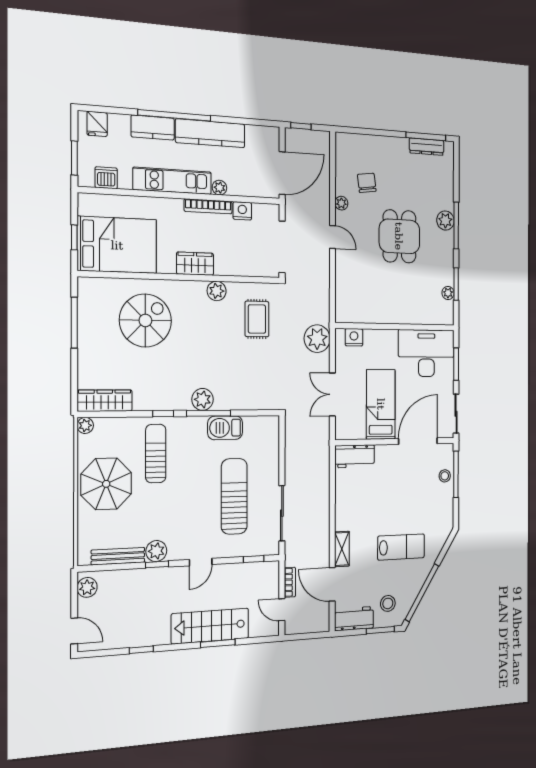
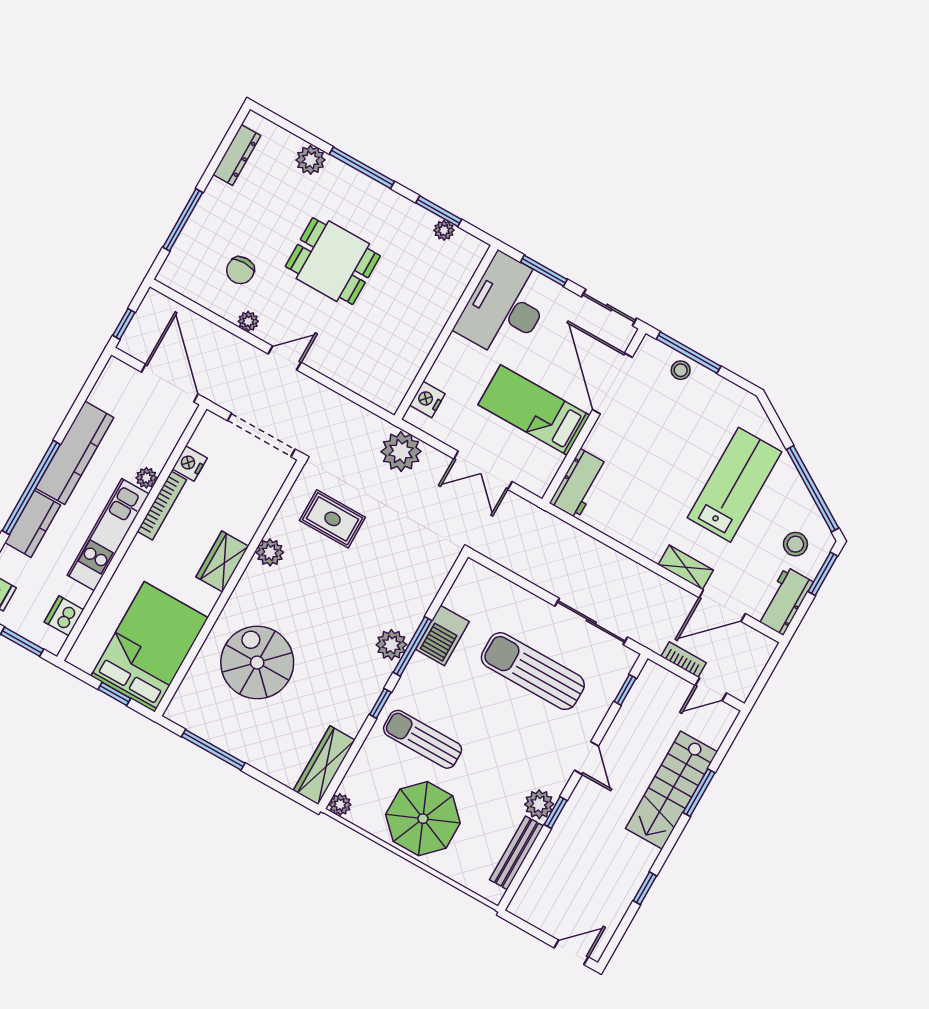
window: (426, 136) -> (183, 220), moved
chair: (367, 183) -> (240, 270), turned -82
plant: (445, 221) -> (311, 160), moved
lab bench: (401, 547) -> (735, 485), width x1.36, depth x1.39
plant: (87, 587) -> (530, 909), removed

